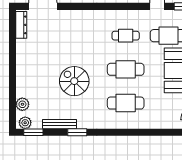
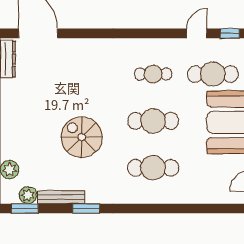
plant: (25, 123) -> (28, 195), moved

